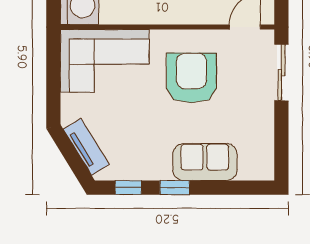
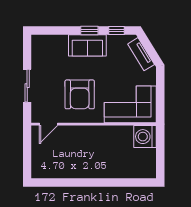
sliding door: (281, 73) -> (27, 86), moved
sofa: (205, 162) -> (87, 45), moved

